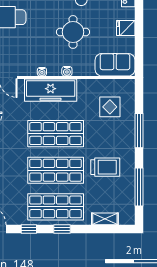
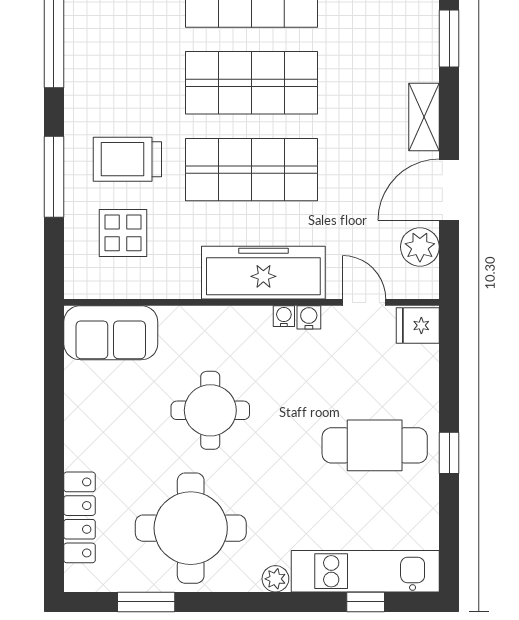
fridge: (126, 28) -> (85, 420), removed
water cooler: (67, 71) -> (309, 317), moved
trolley: (105, 167) -> (127, 159), moved

